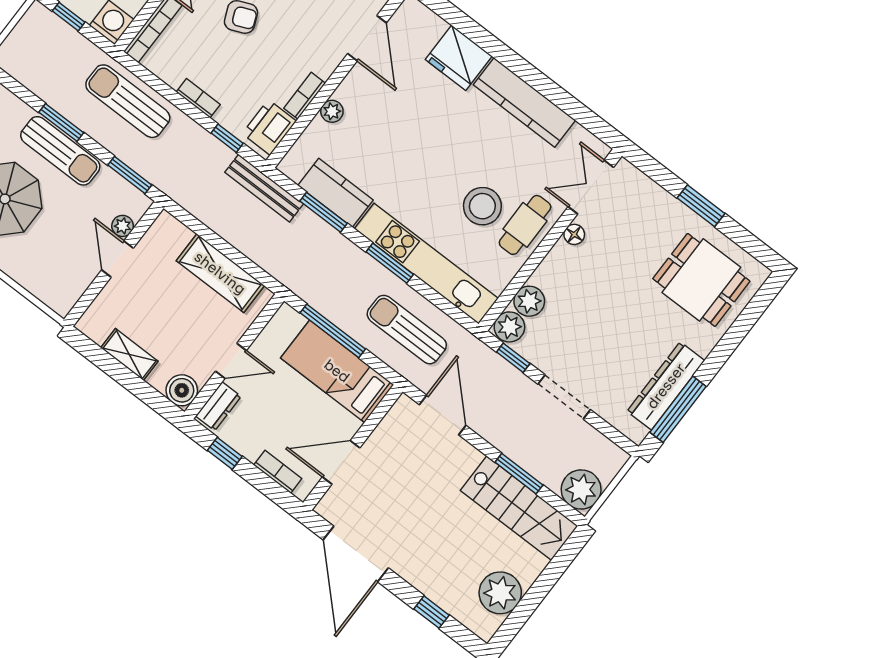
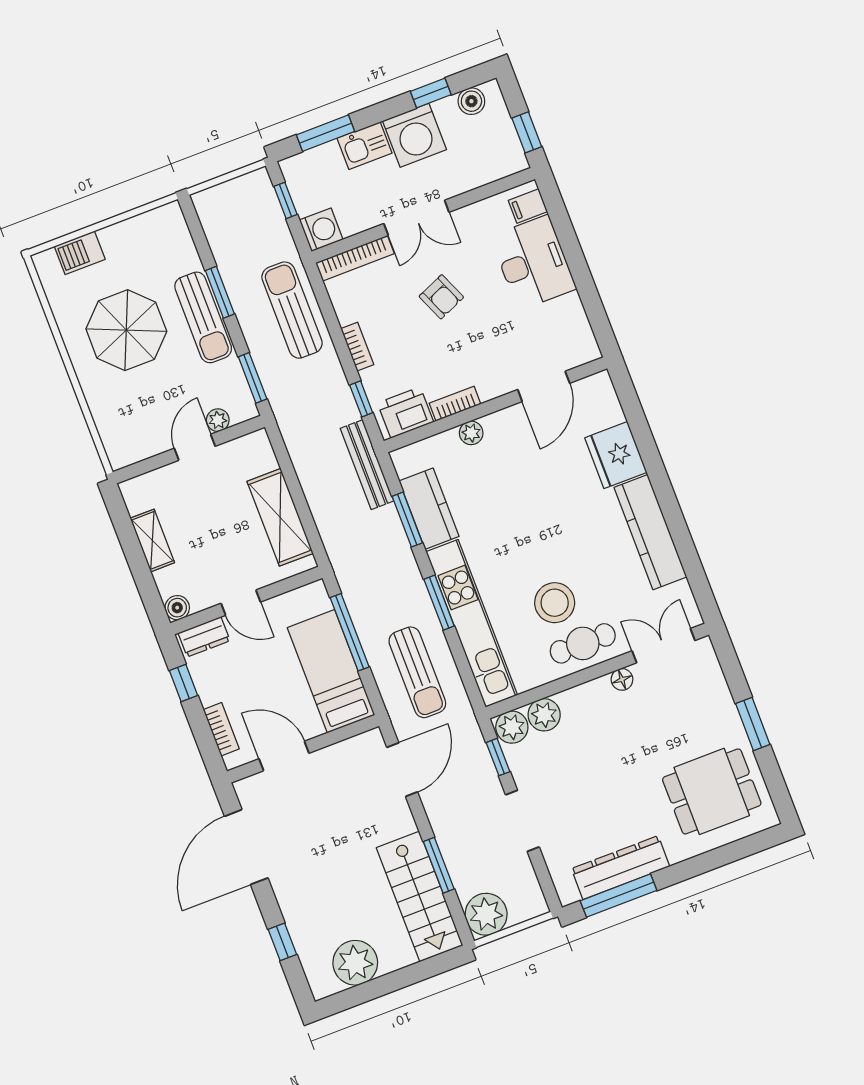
dining table: (701, 280) -> (712, 791), turned 90
sun lounger: (407, 330) -> (417, 672), turned 180
boiler: (182, 390) -> (177, 608), width x0.73, depth x0.73

